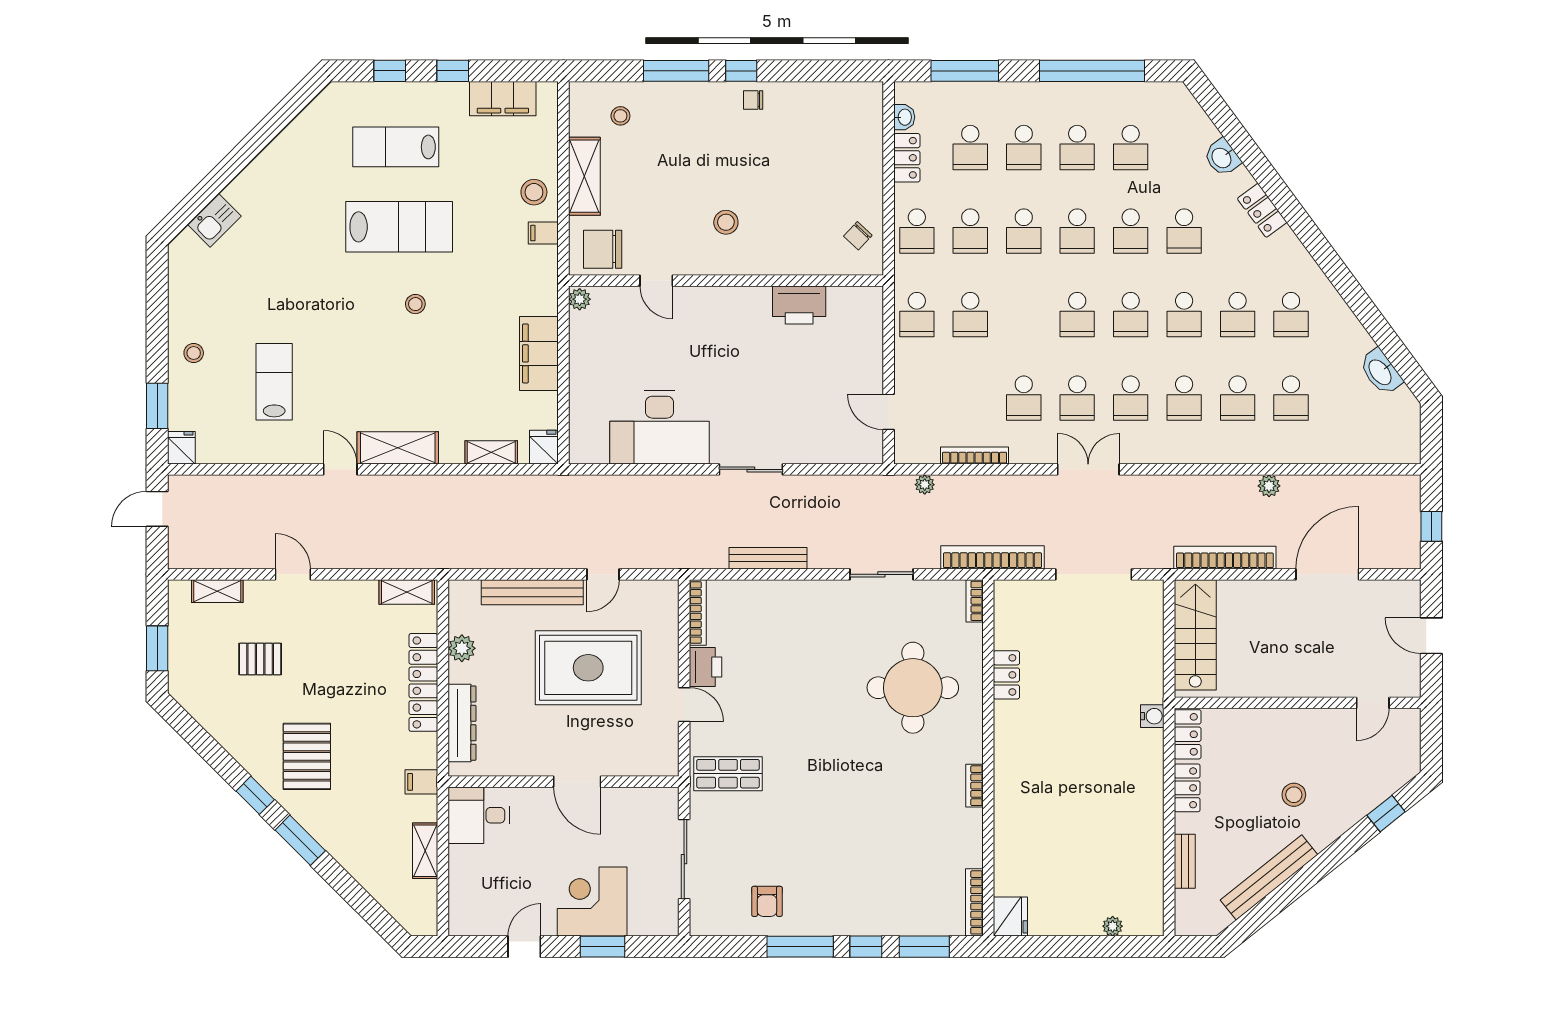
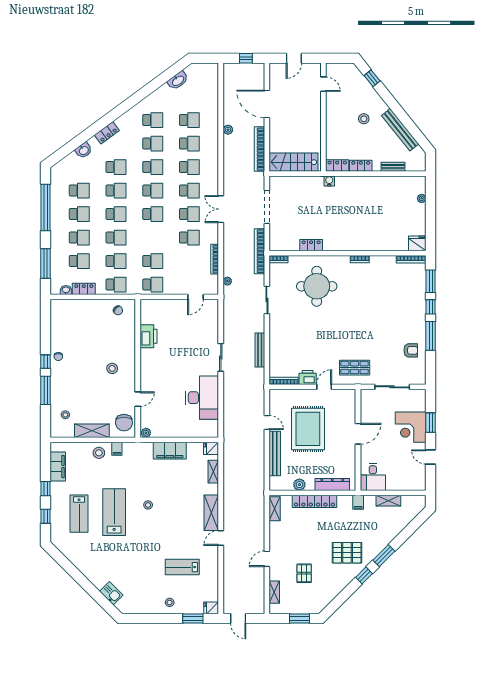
shop shelf: (728, 774) -> (355, 368), turned 90

